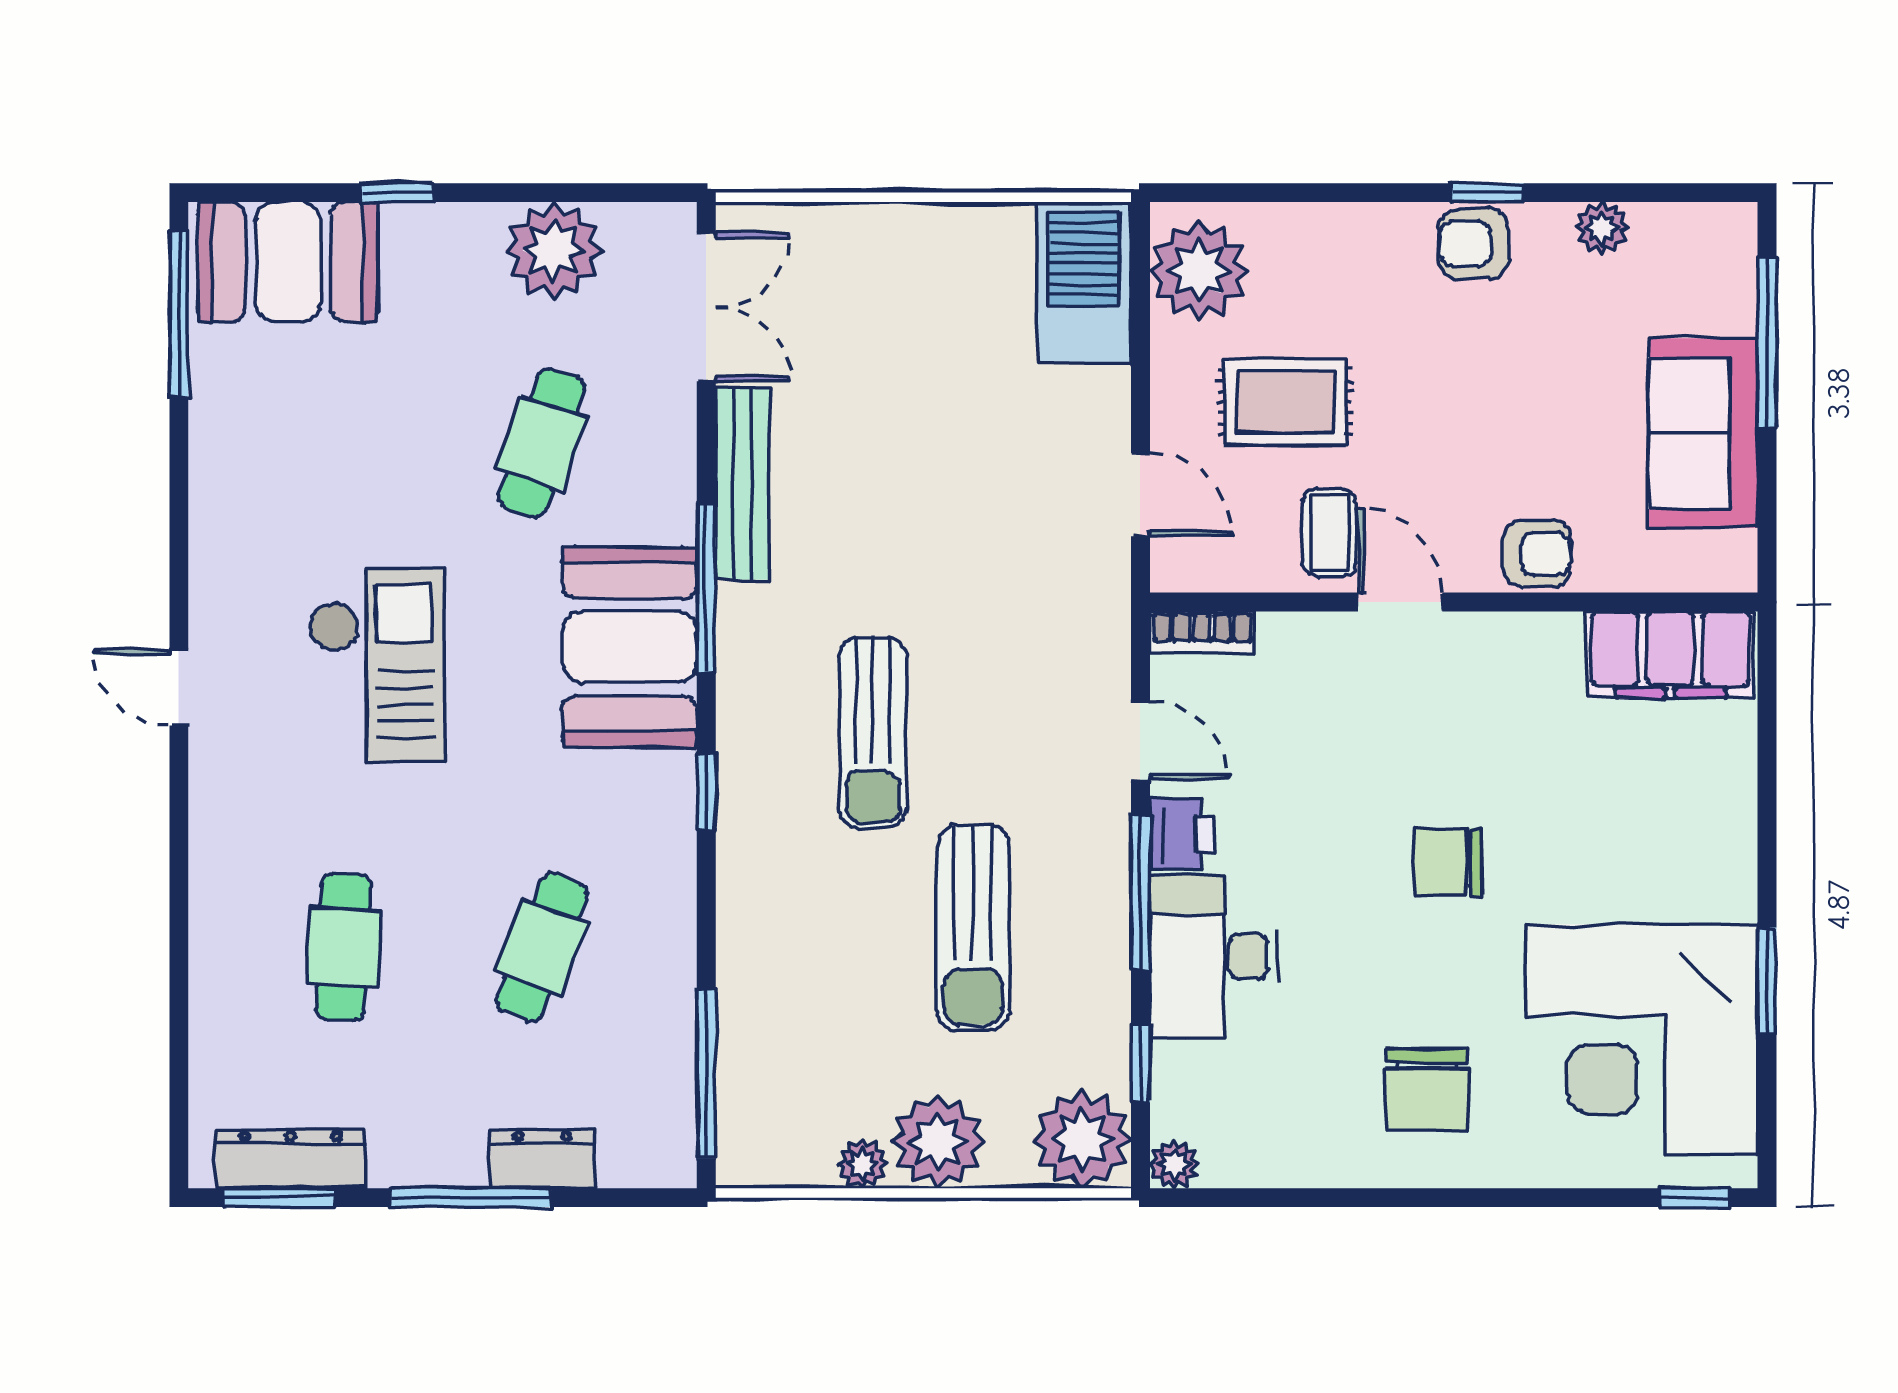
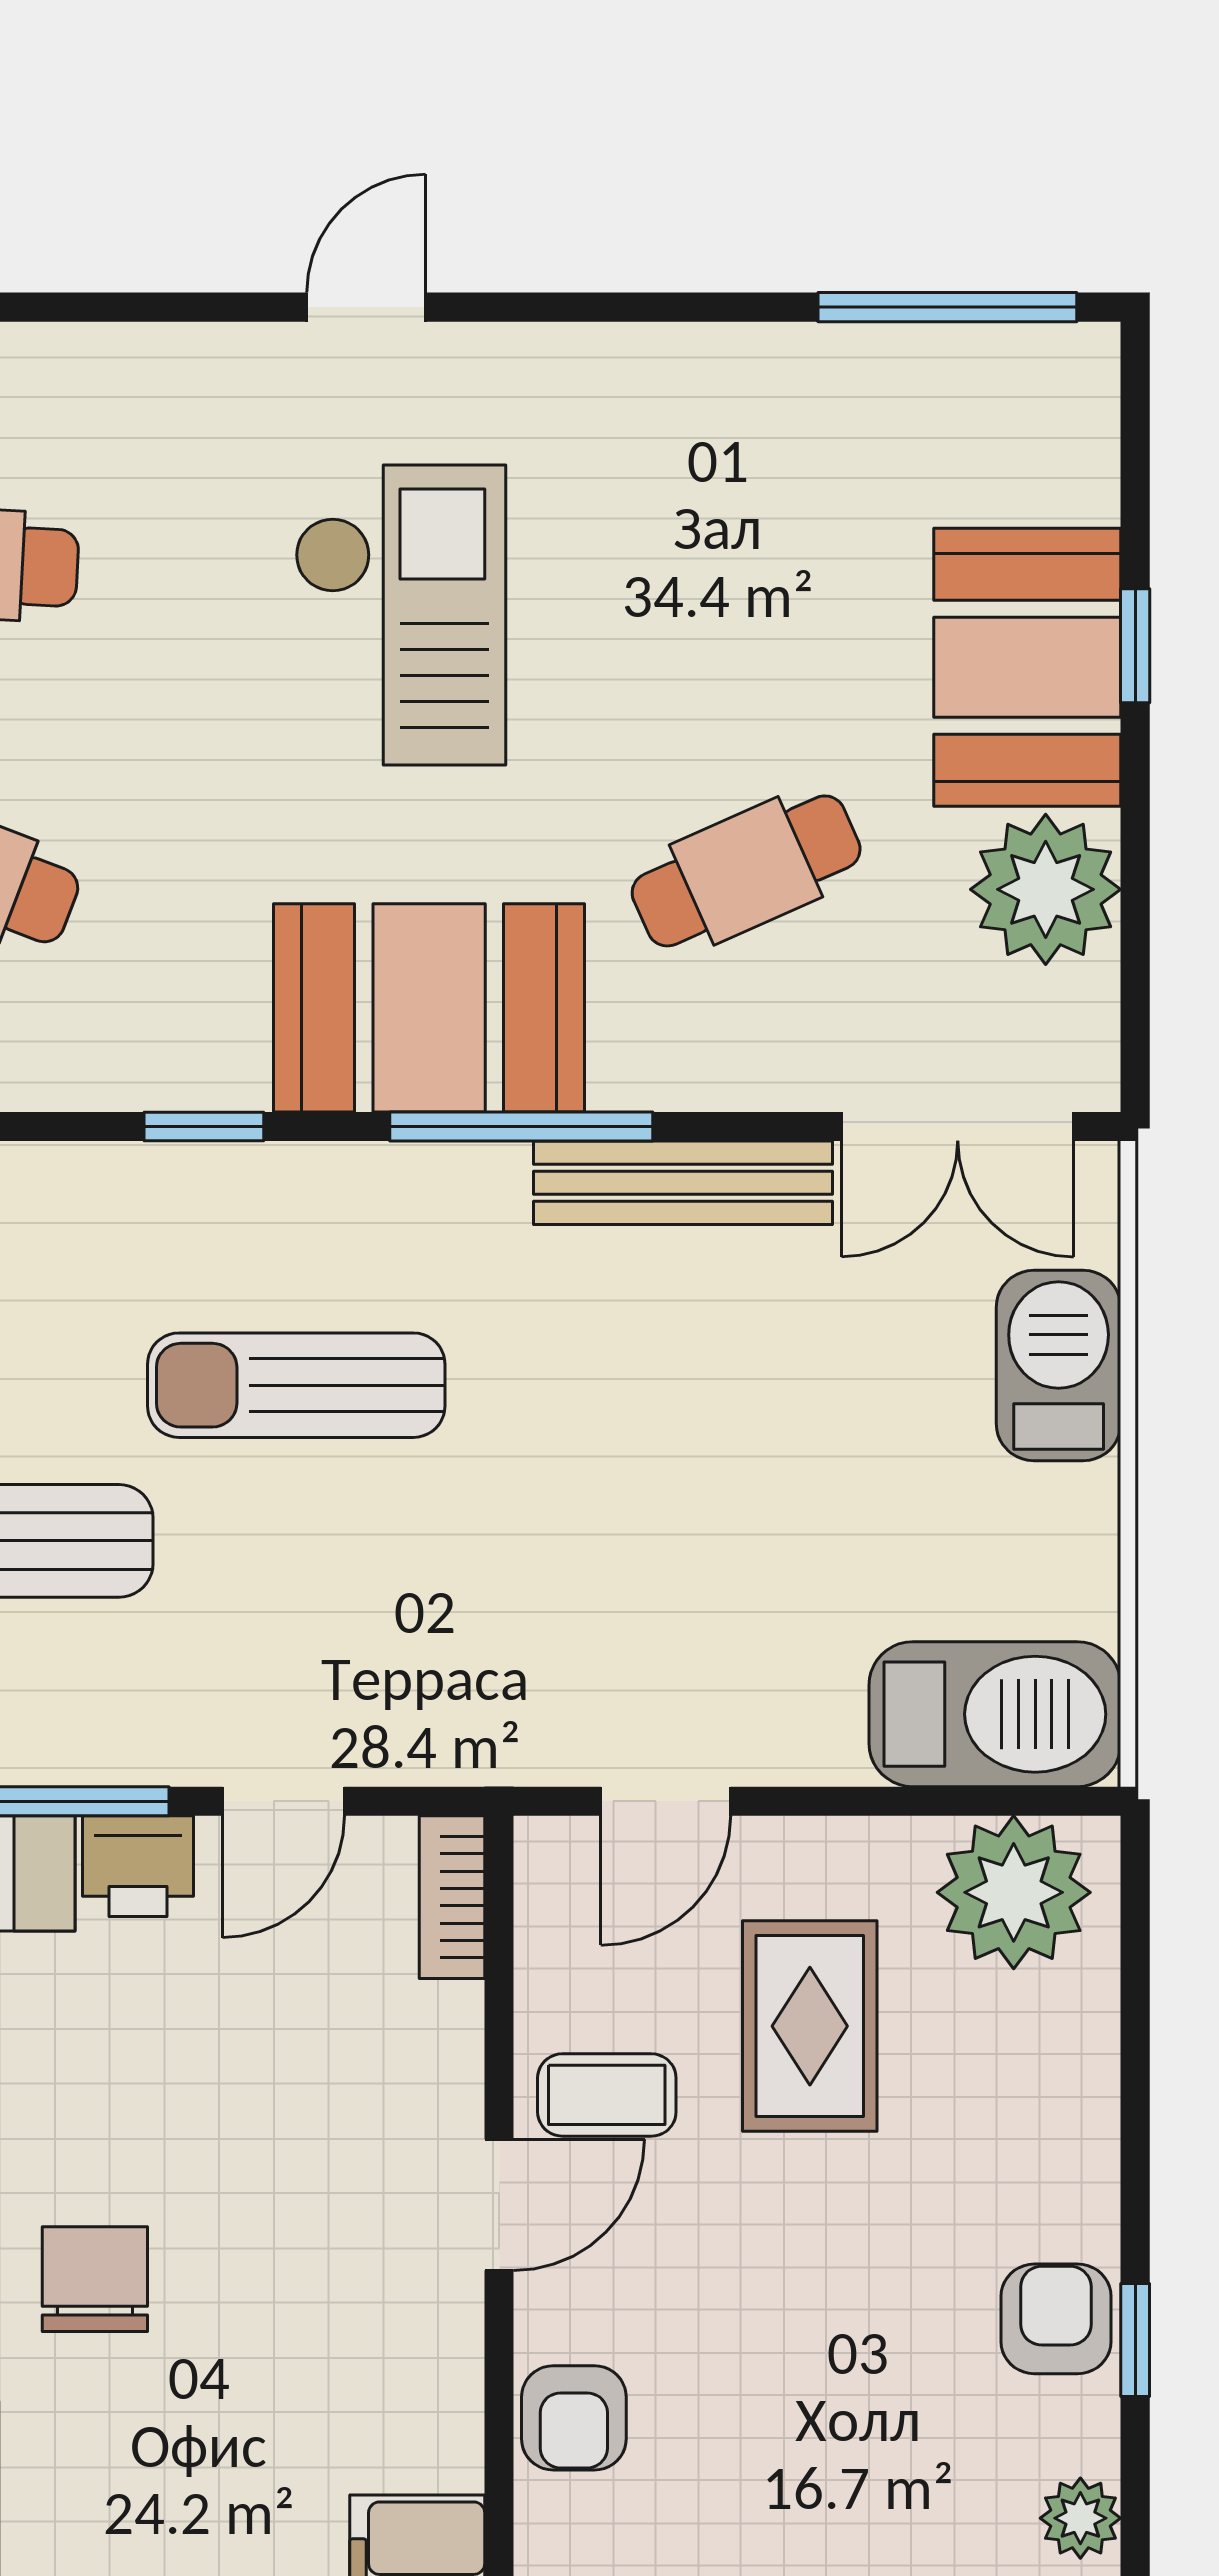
barbecue: (860, 242) -> (1059, 1365), added
booth: (288, 262) -> (1027, 667), moved
cafe table: (542, 443) -> (746, 871), turned -42
checkout: (377, 666) -> (400, 615), turned -90

